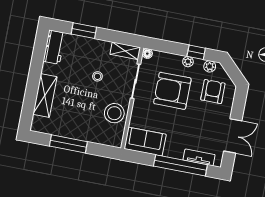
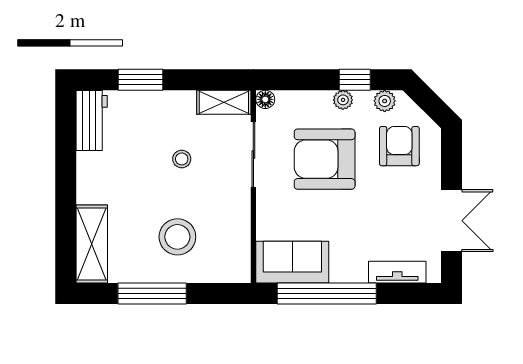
shelving: (45, 96) -> (92, 244), moved
stool: (114, 113) -> (177, 237), moved
window: (180, 165) -> (327, 293), moved

